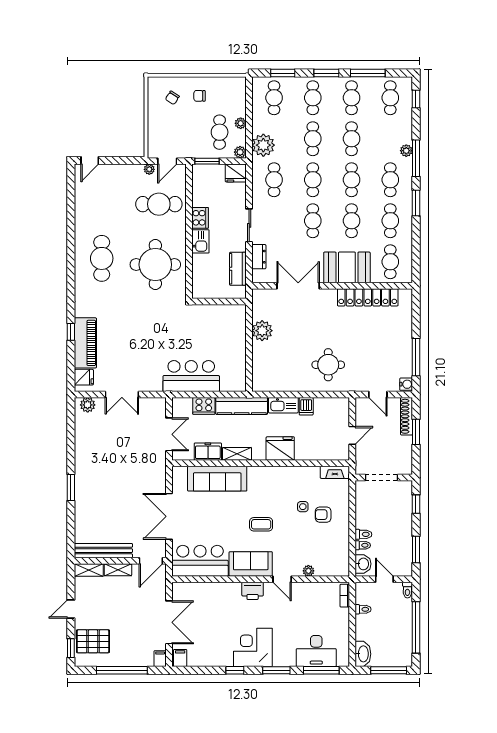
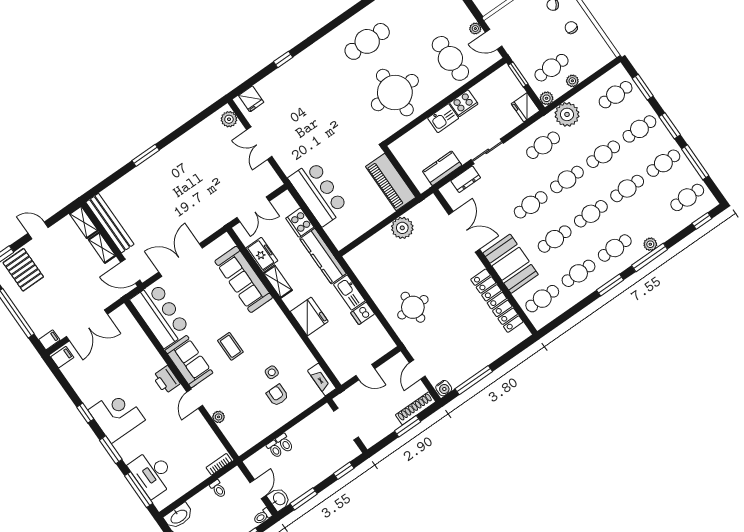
piano: (85, 343) -> (391, 182), moved, turned 90
washbasin: (363, 564) -> (279, 499), moved, turned -90

